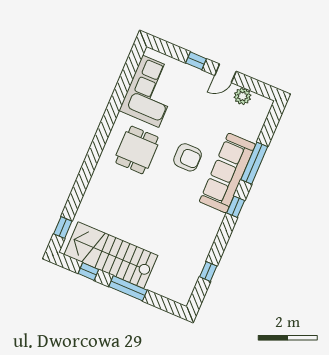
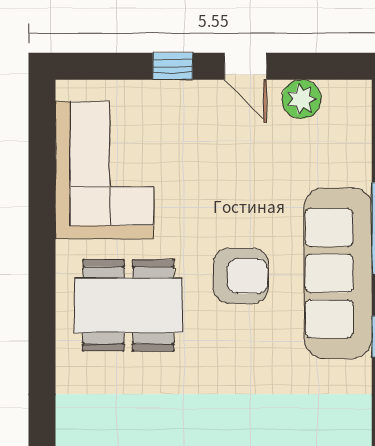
door: (225, 73) -> (245, 66), hinge flipped
dining table: (137, 150) -> (128, 305), width x1.37

